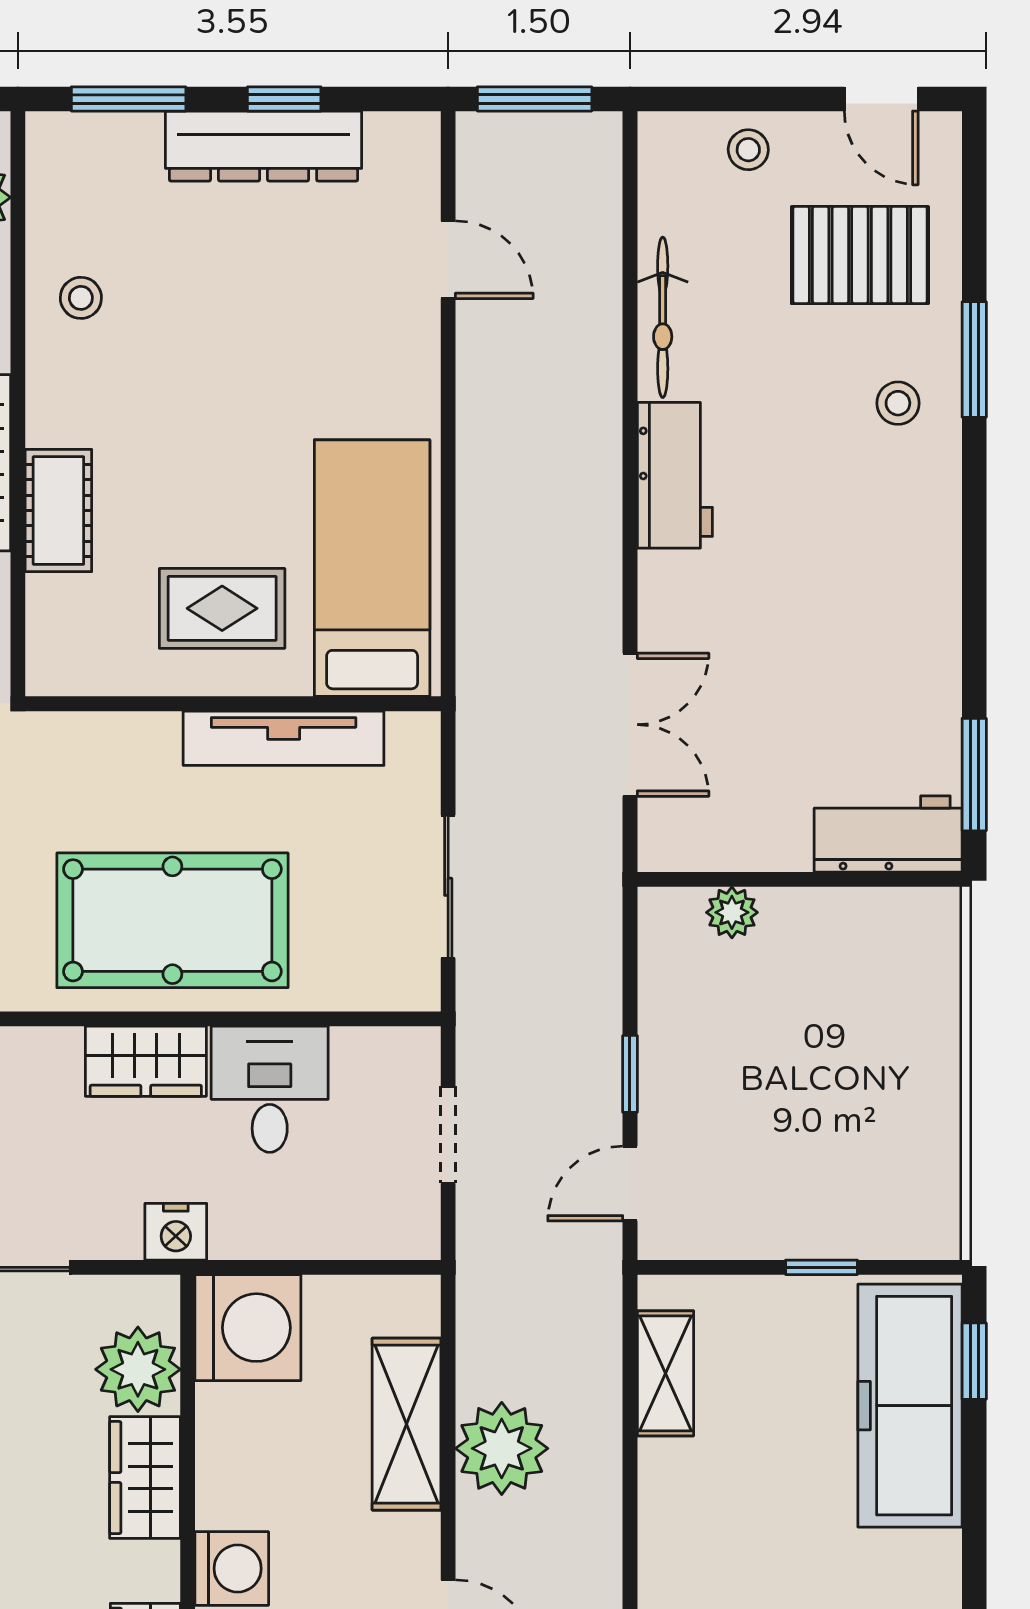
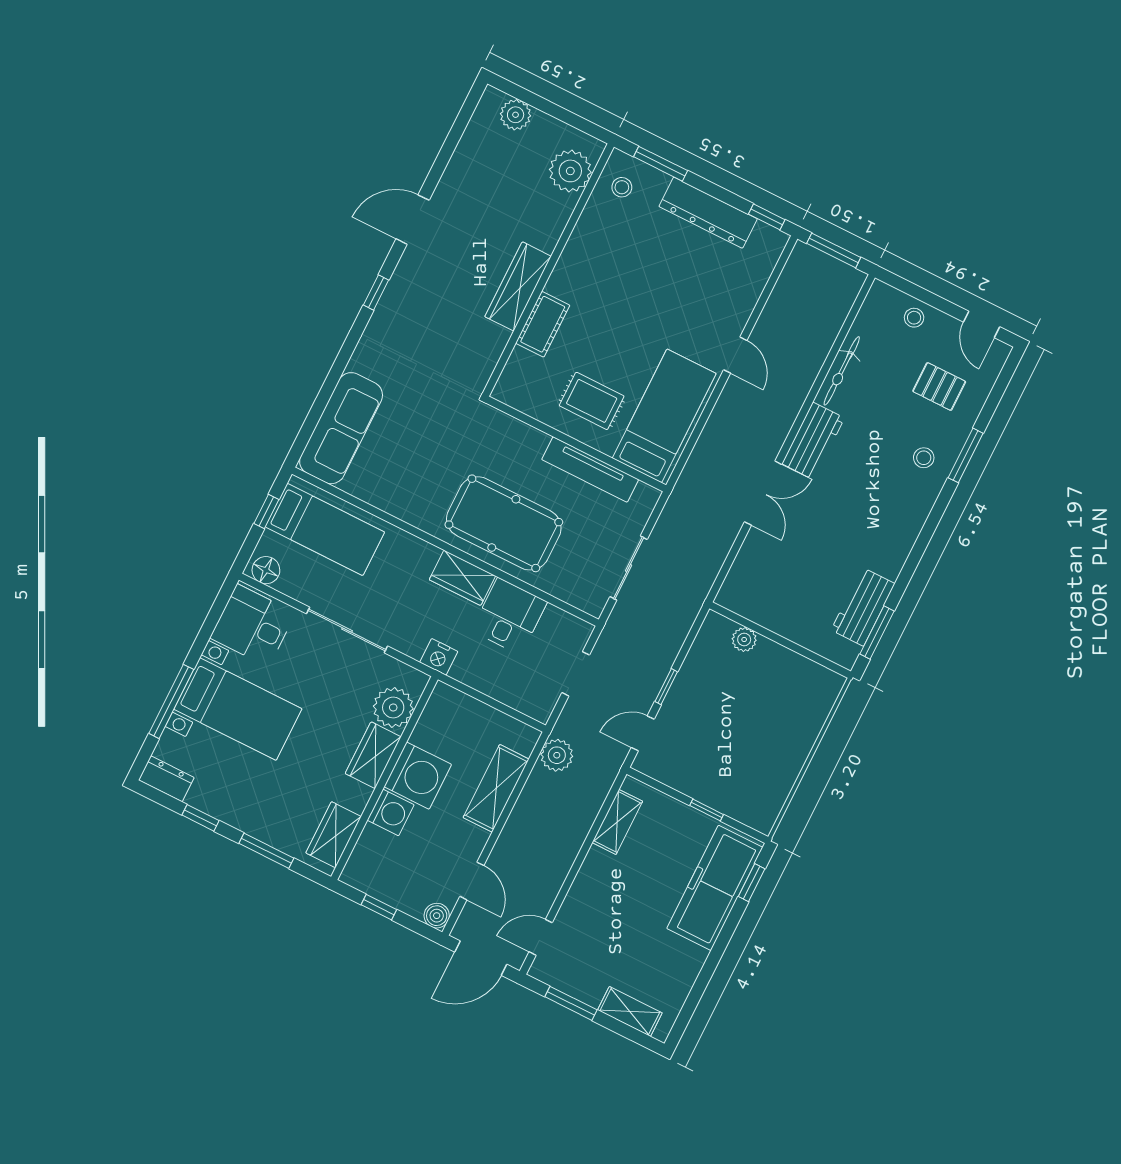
window: (284, 99) -> (767, 217), moved
pallet: (860, 255) -> (939, 386), width x0.67, depth x0.71
door: (448, 260) -> (735, 355), moved
stool: (81, 298) -> (622, 187), moved
double door: (630, 725) -> (763, 493), moved
workbench: (888, 834) -> (863, 607), moved, turned -90
washing machine: (248, 1328) -> (418, 776), moved
plant: (502, 1448) -> (557, 755), moved, width x0.73, depth x0.73

